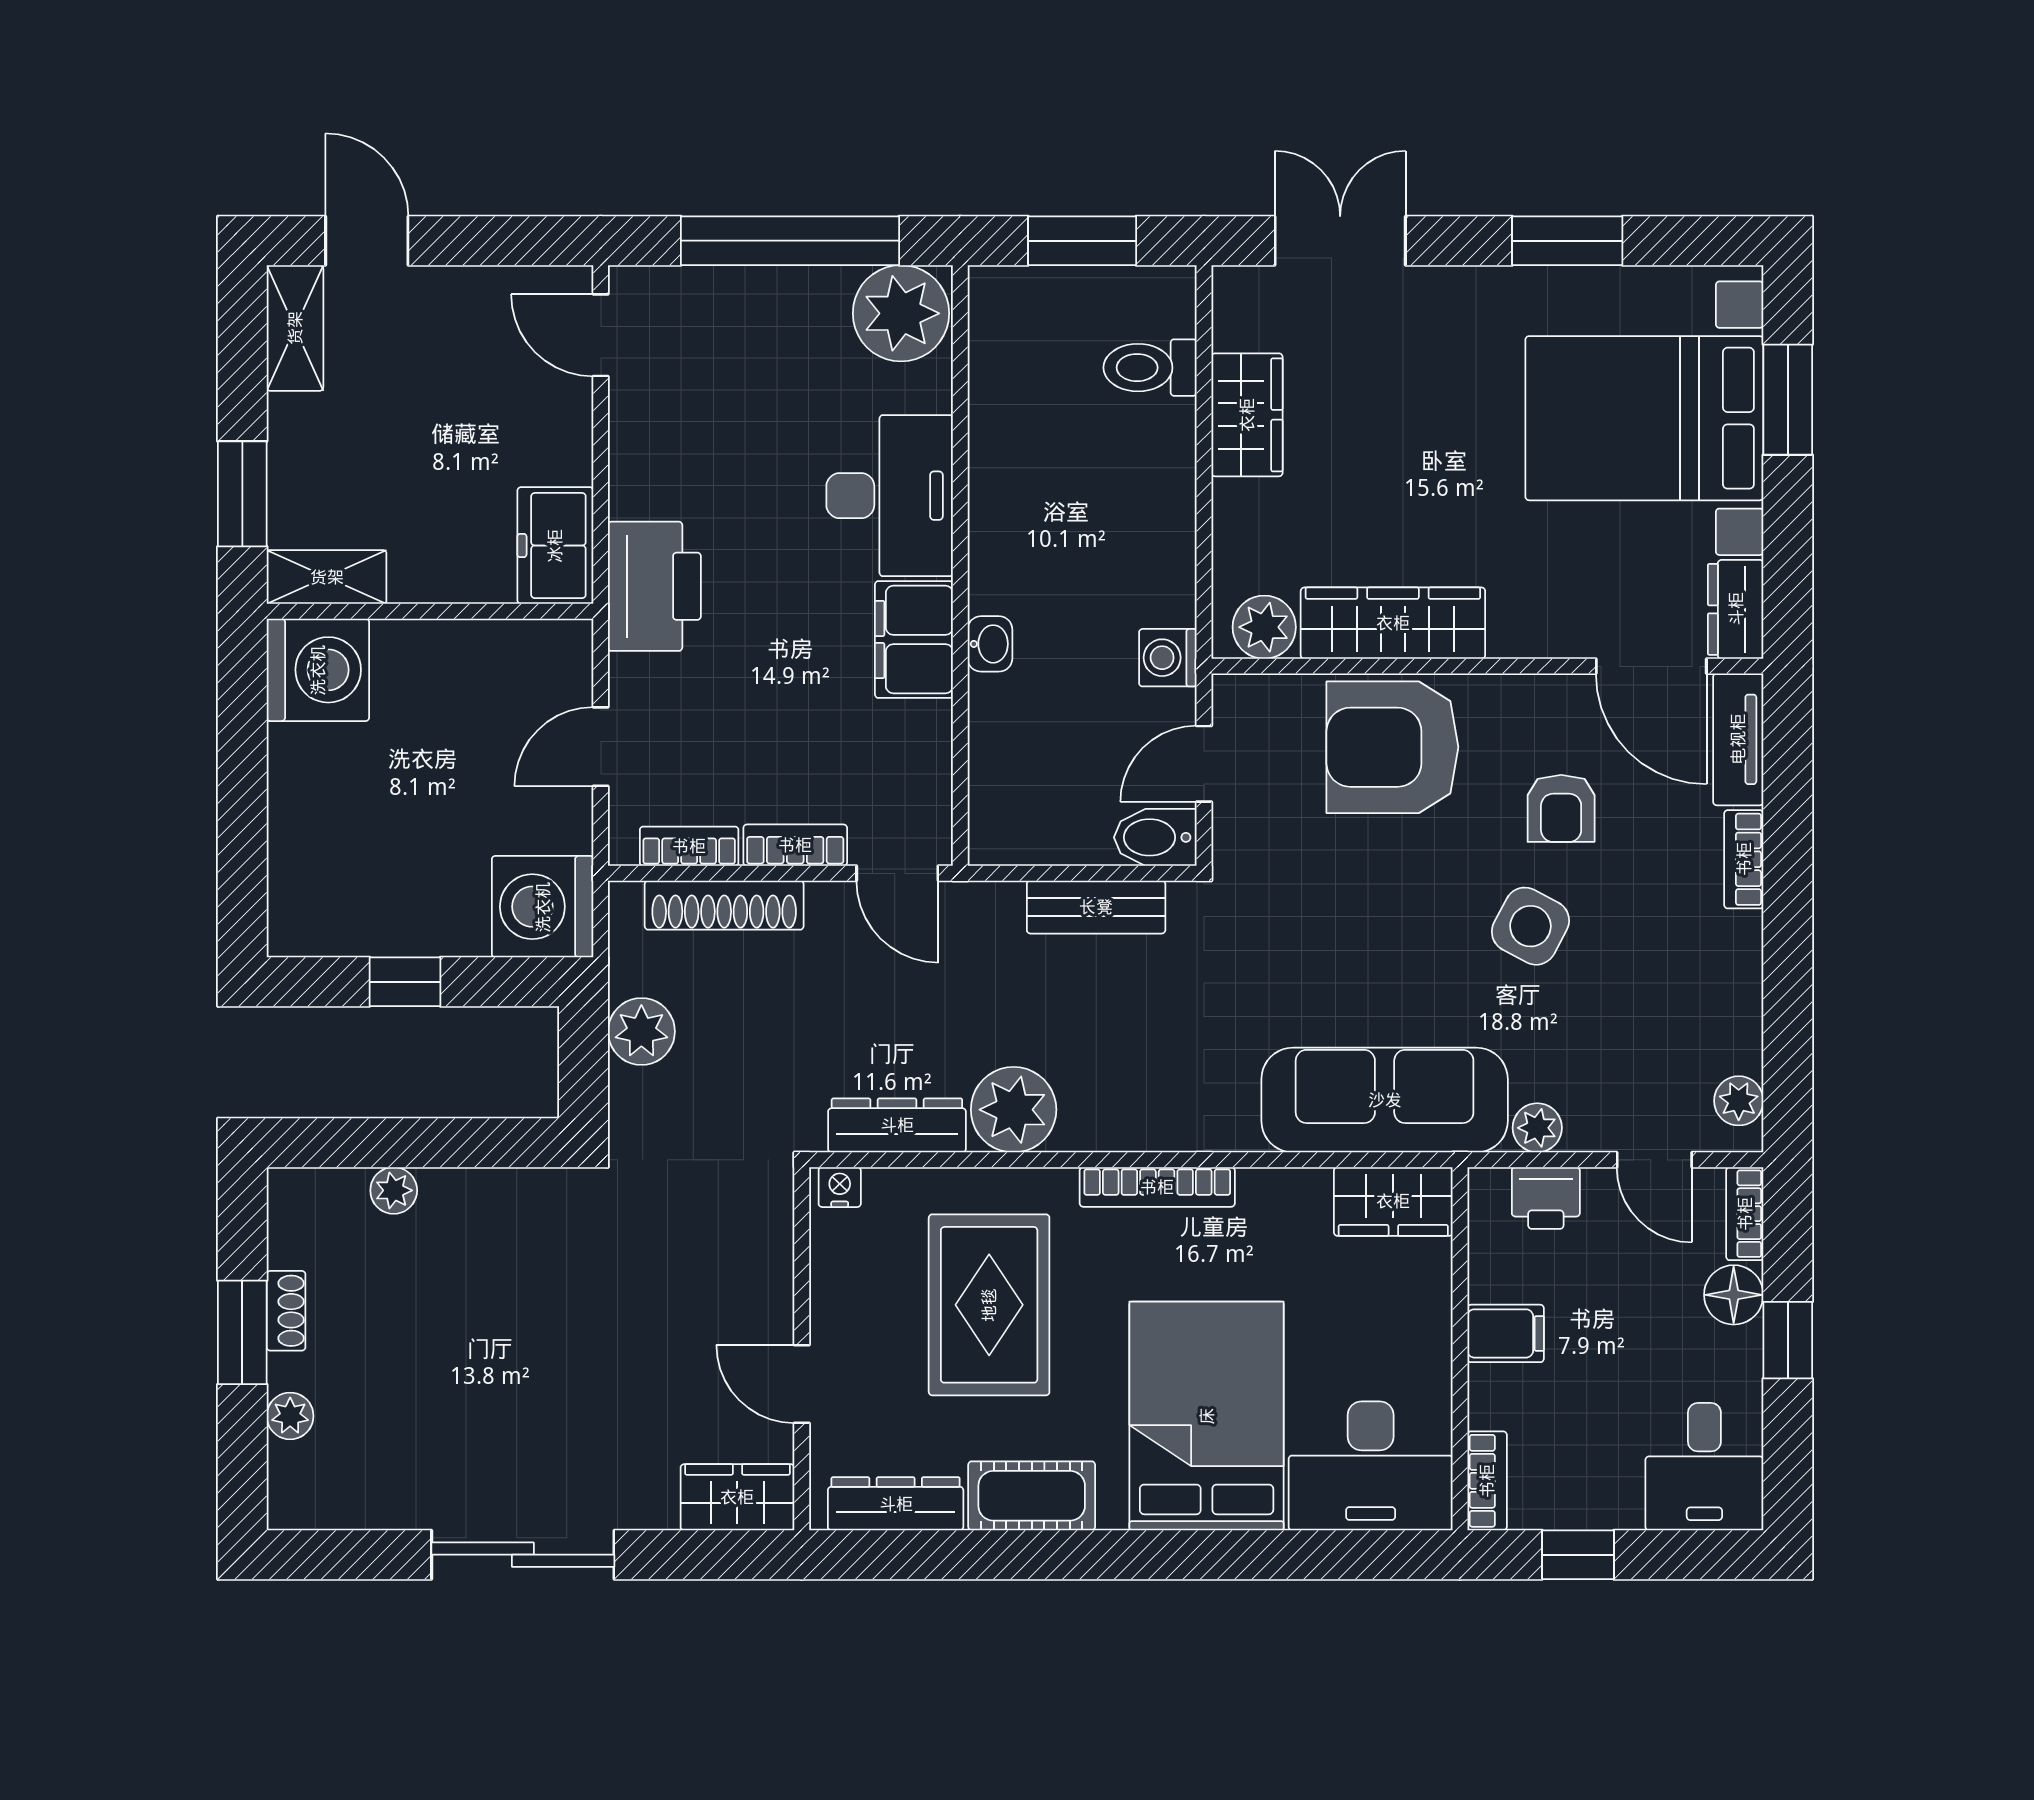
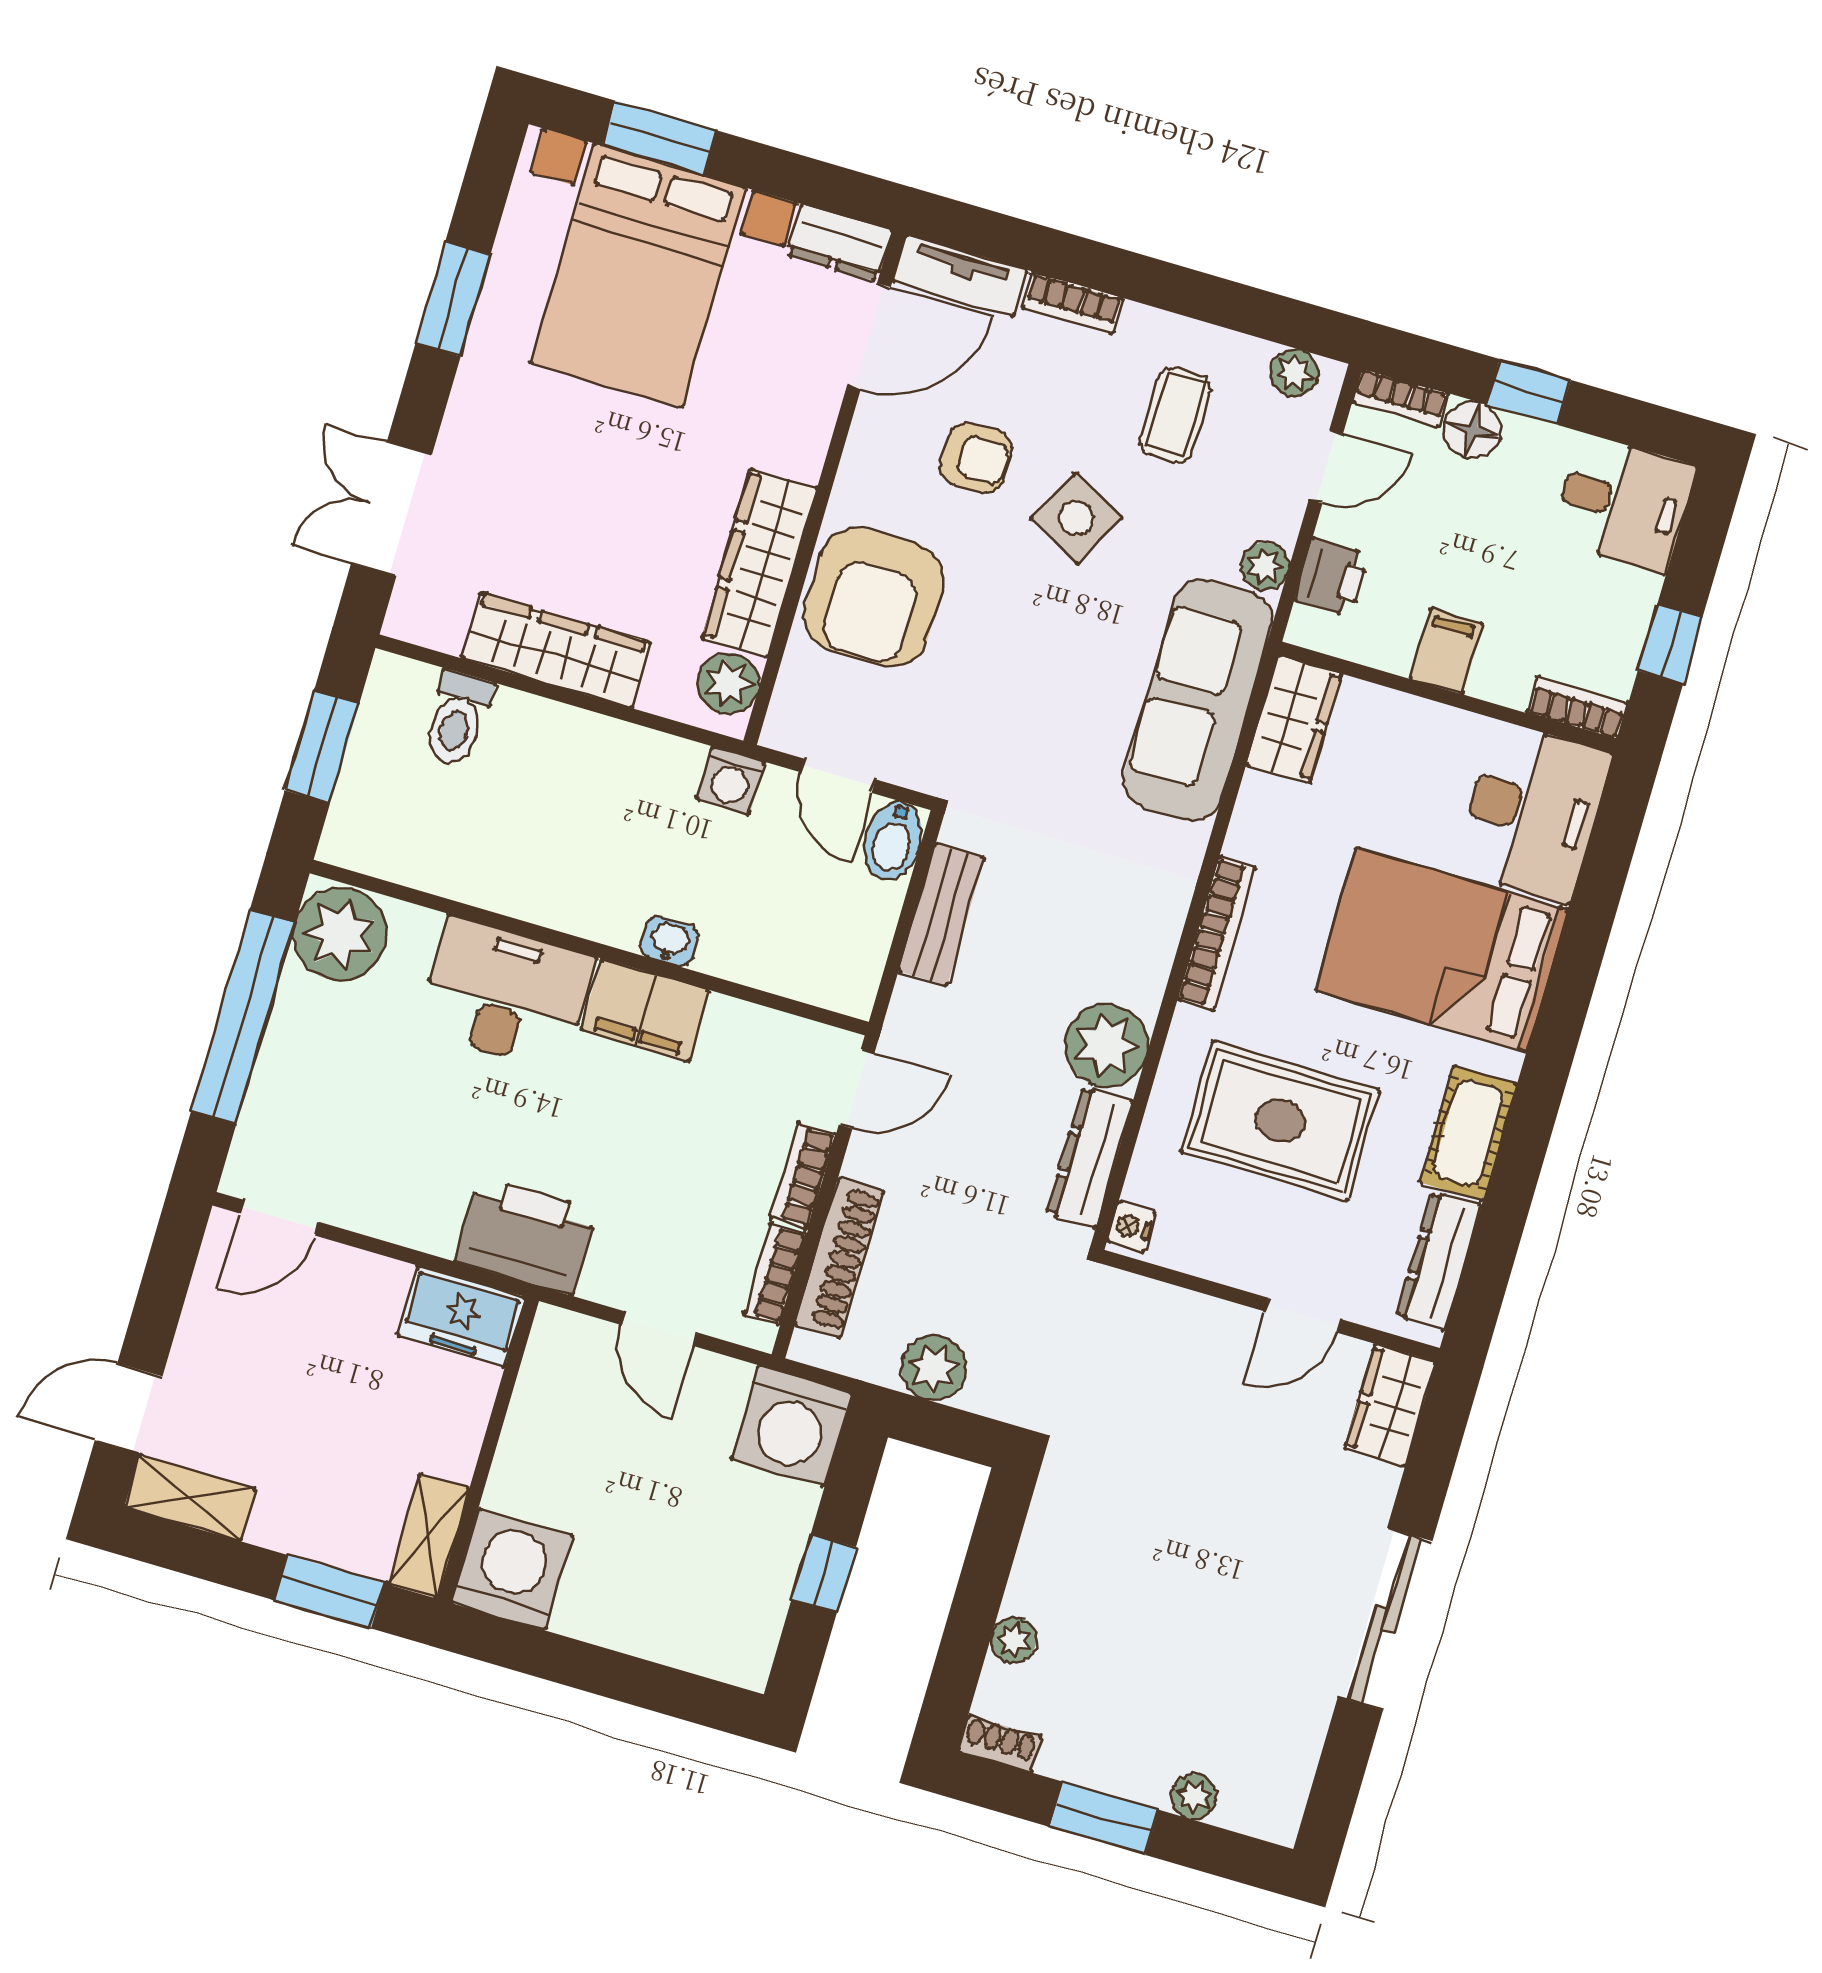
wardrobe: (1247, 415) -> (556, 650), width x1.50
coffee table: (1662, 995) -> (1175, 415), added
shoe rack: (286, 1311) -> (1000, 1744), moved

